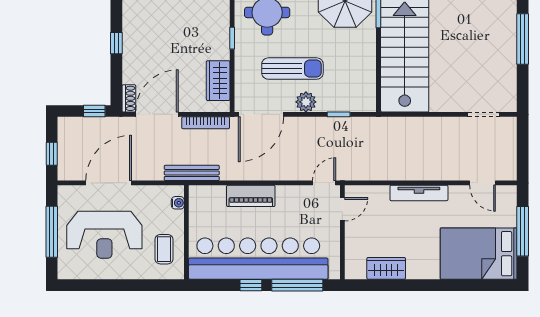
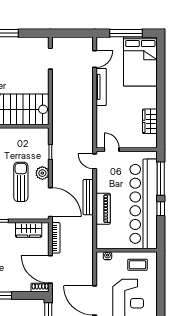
bench: (192, 173) -> (88, 197), moved
tv unit: (419, 193) -> (101, 87), moved

